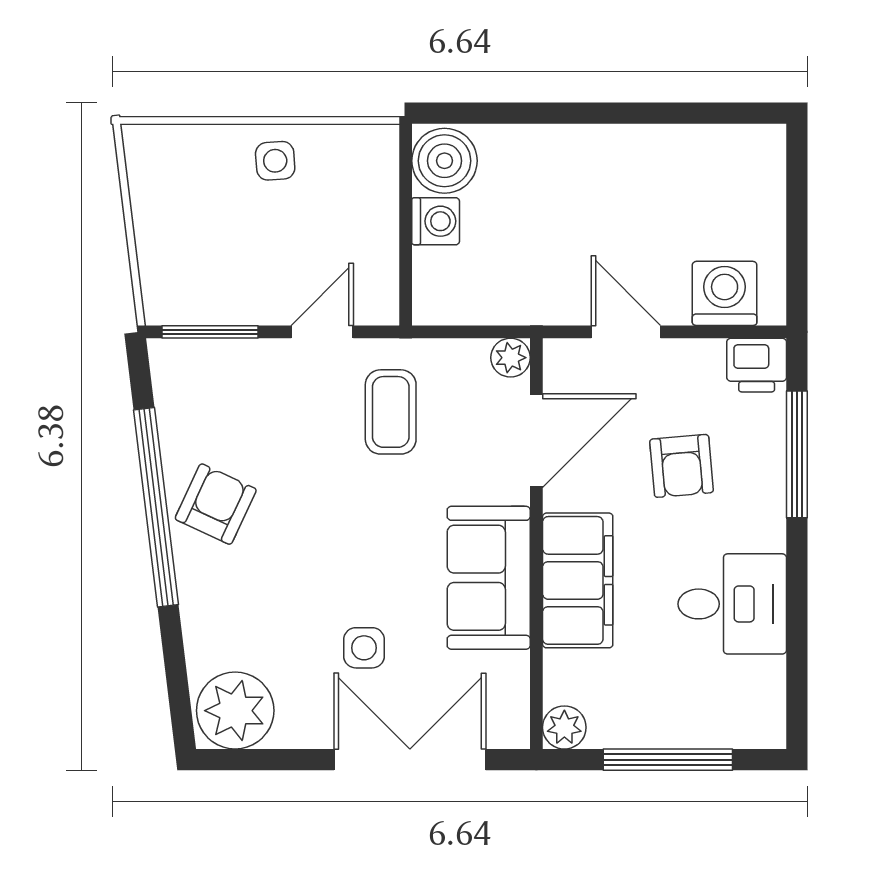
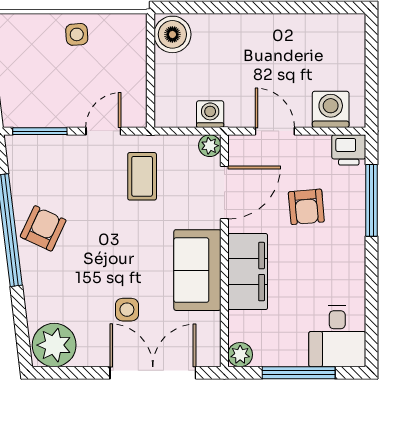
washing machine: (436, 221) -> (210, 114), moved, turned -90
desk: (732, 604) -> (337, 336), moved, turned 90

